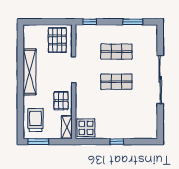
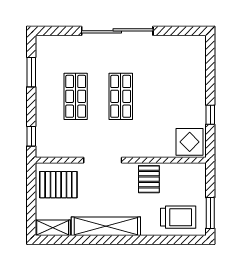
pallet: (61, 101) -> (149, 179), turned 90
trolley: (36, 120) -> (178, 217), turned 180
shelving: (67, 127) -> (53, 228), moved
window: (117, 142) -> (210, 115), moved

